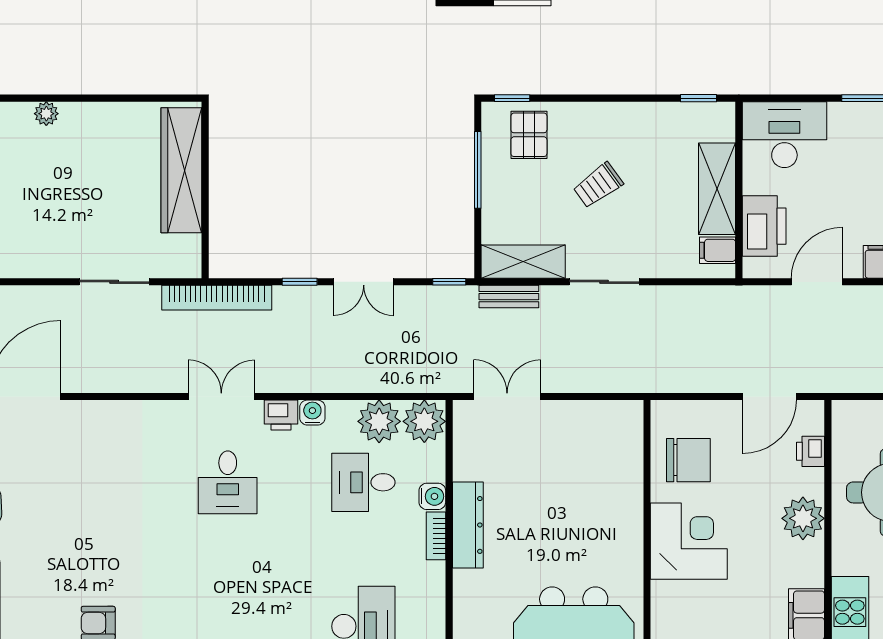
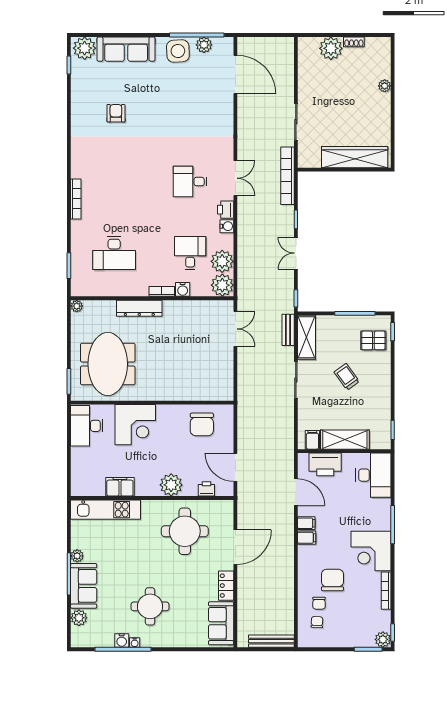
dresser: (468, 525) -> (139, 308), moved
corner desk: (689, 541) -> (135, 425), moved

